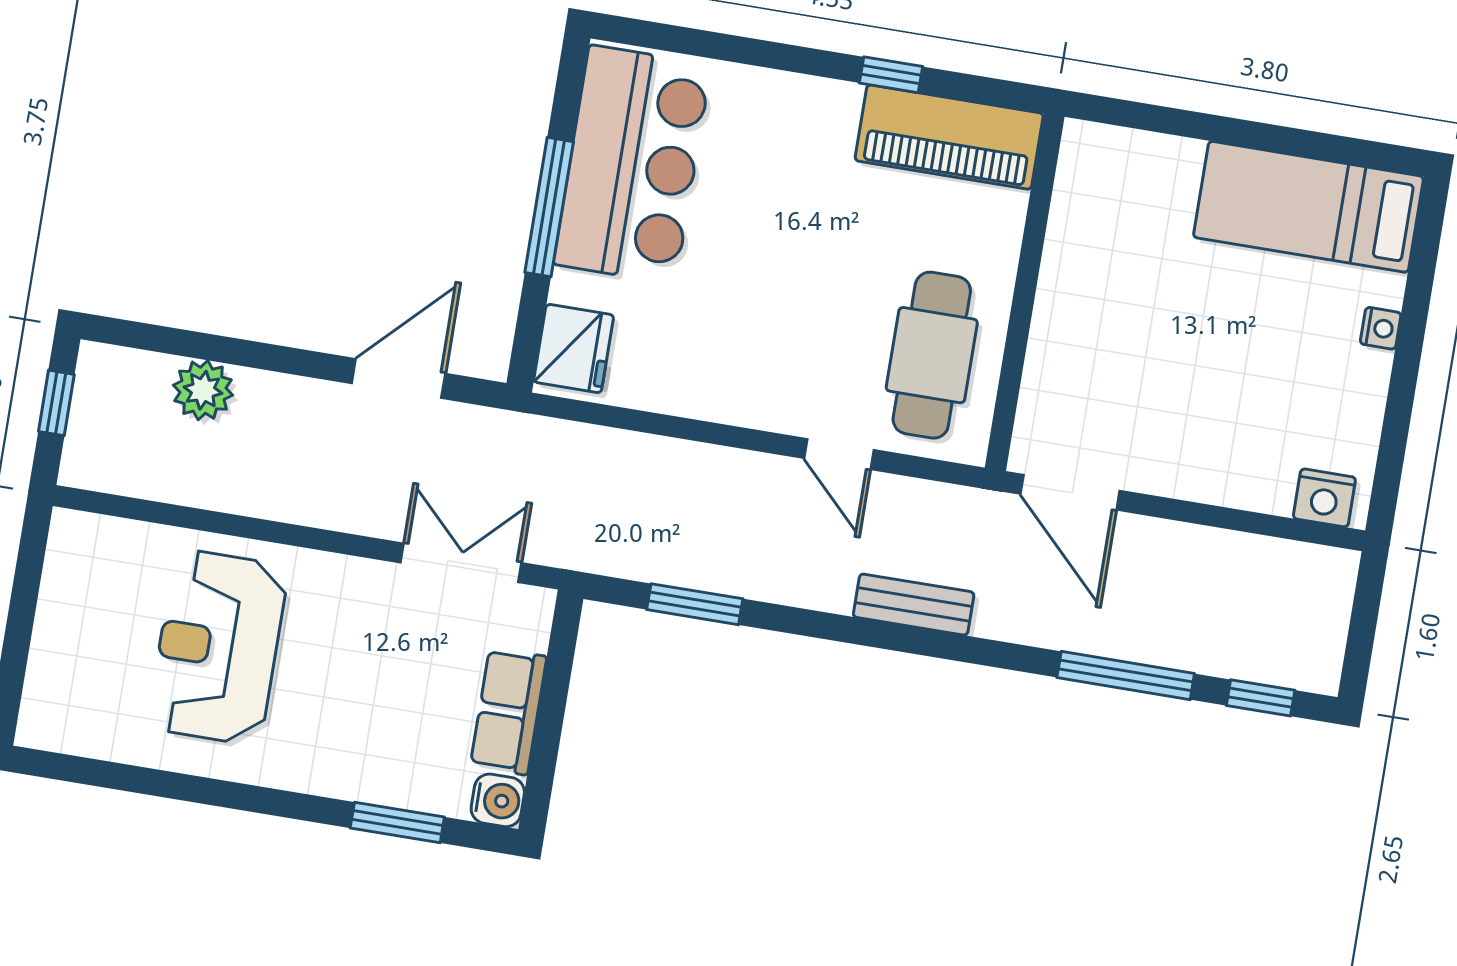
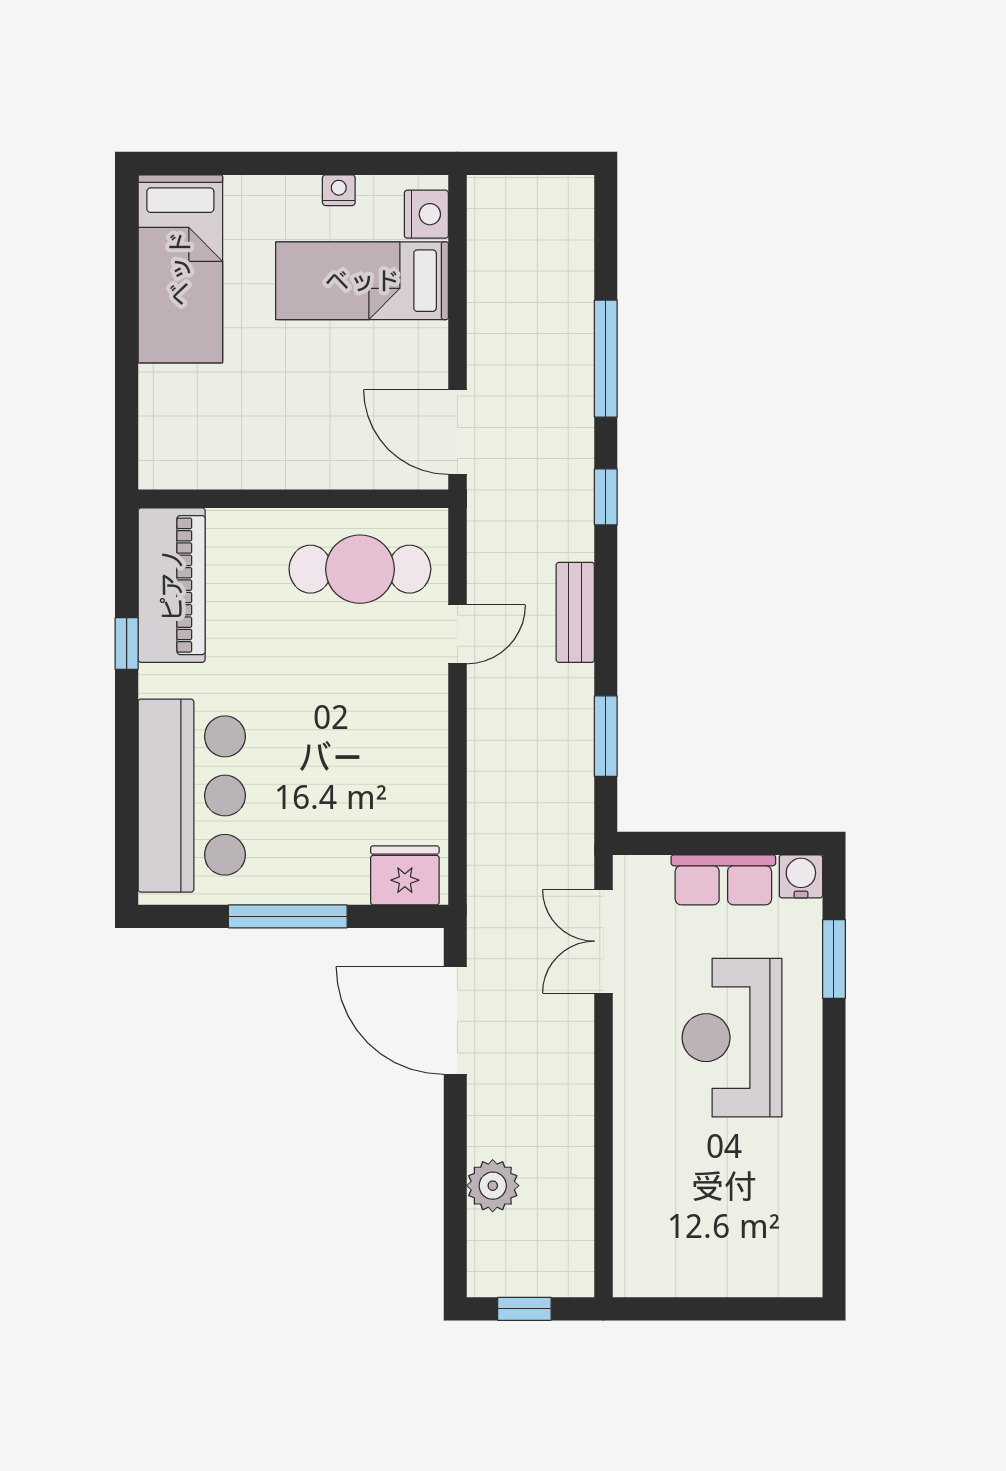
bar counter: (632, 164) -> (192, 796), moved, turned 90
nightstand: (1381, 328) -> (339, 190), moved
door: (399, 379) -> (455, 1021), width x1.36
bed: (1261, 412) -> (362, 281), added
door: (1070, 492) -> (457, 432), swing flipped
bench: (914, 605) -> (575, 612), moved
reception desk: (218, 647) -> (732, 1038), moved, turned 90
window: (1261, 698) -> (606, 497), moved

